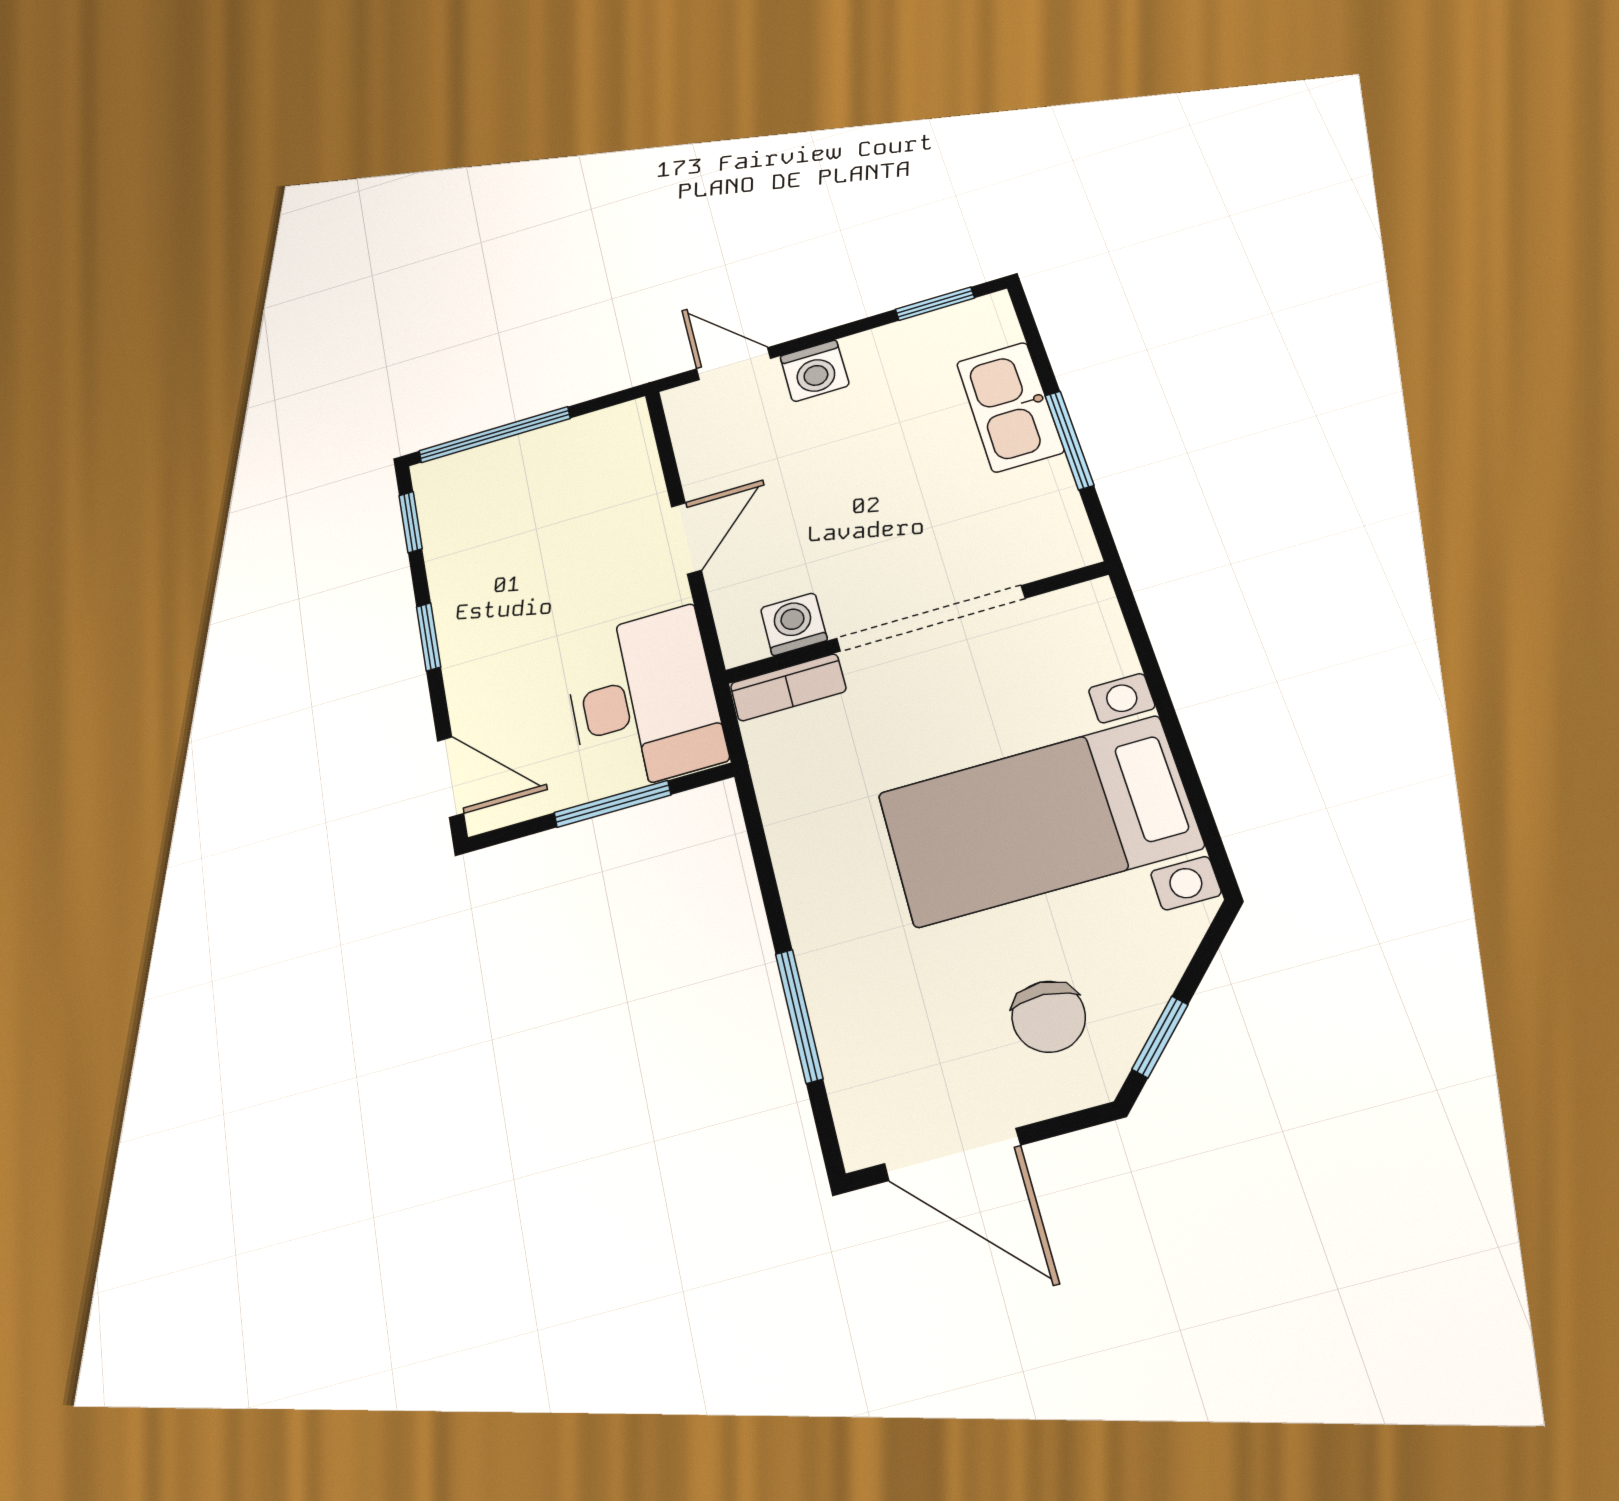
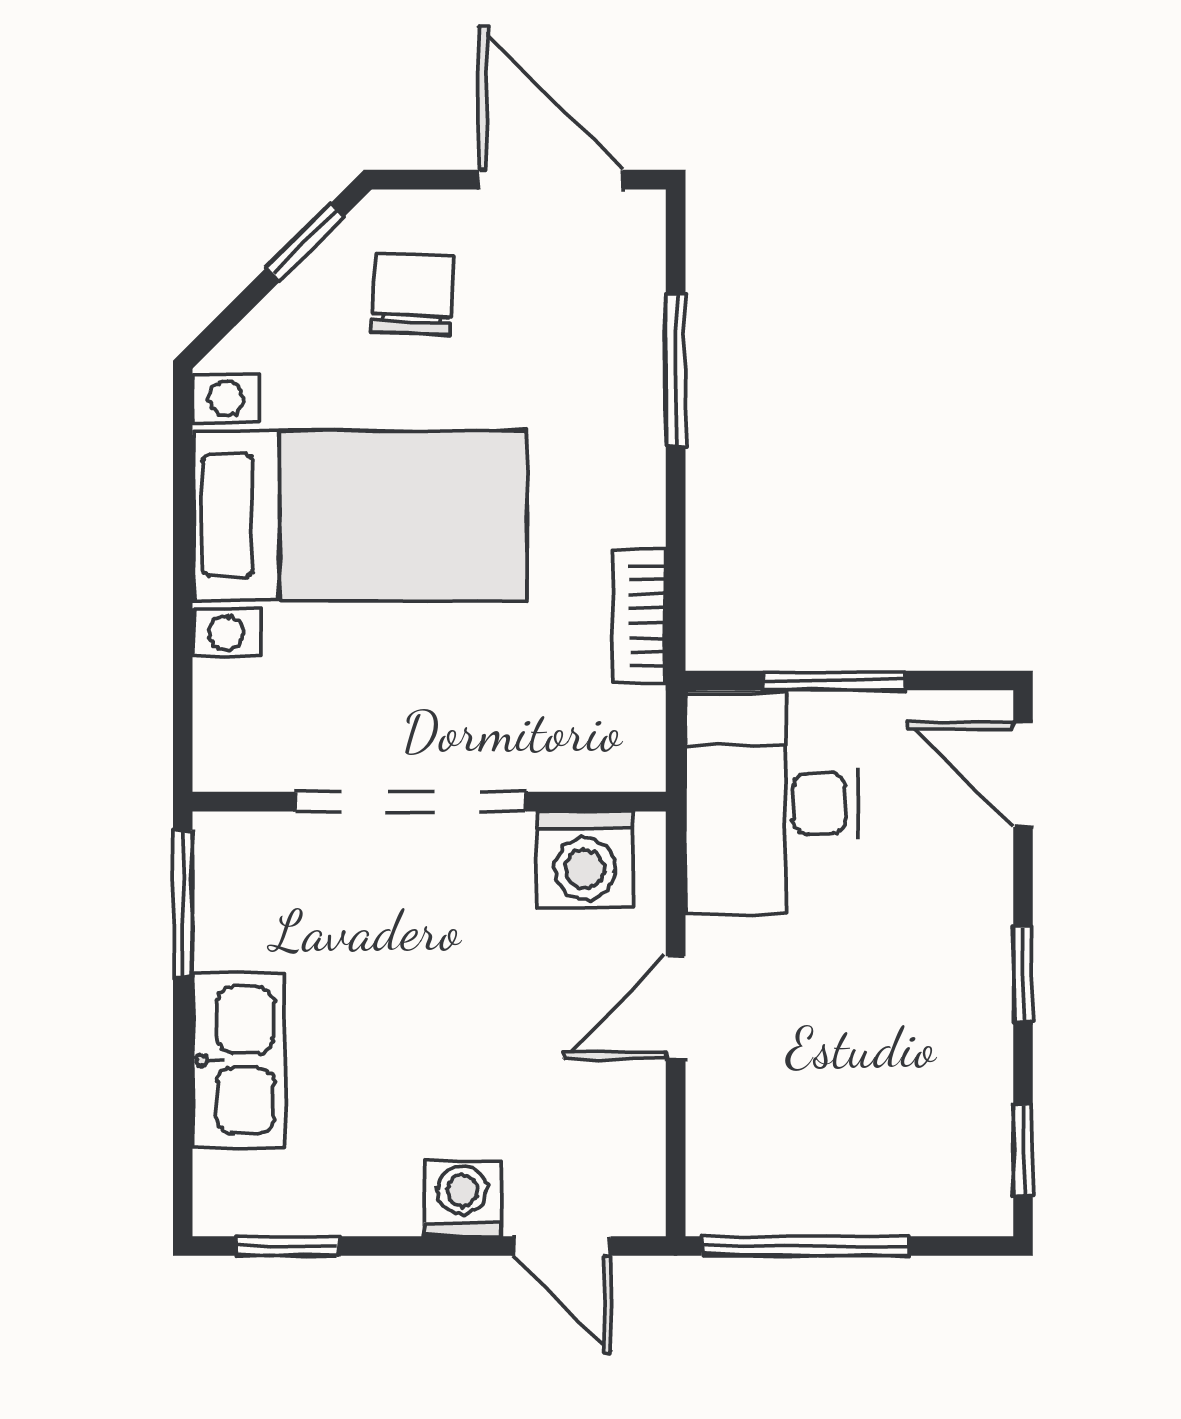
window: (494, 435) -> (806, 1246), moved
window: (1069, 440) -> (183, 903), moved
washing machine: (794, 624) -> (585, 859), width x1.38, depth x1.38
bookcase: (788, 687) -> (639, 616), moved, turned -90

